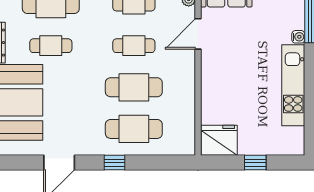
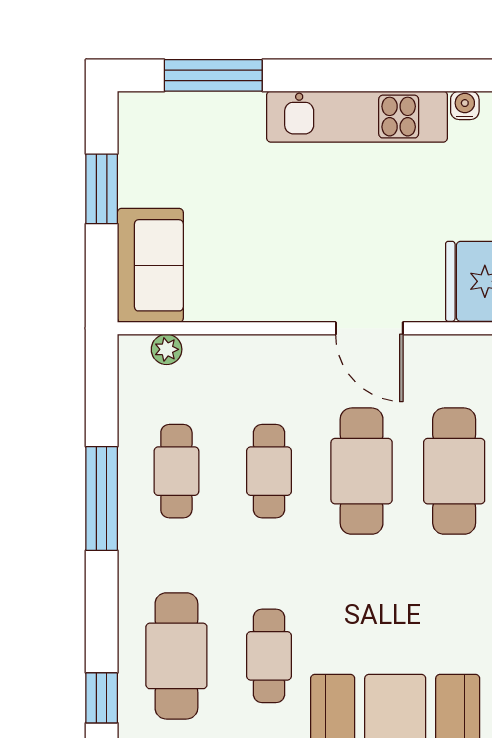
door: (198, 34) -> (369, 328), moved
water cooler: (298, 37) -> (465, 105), moved

